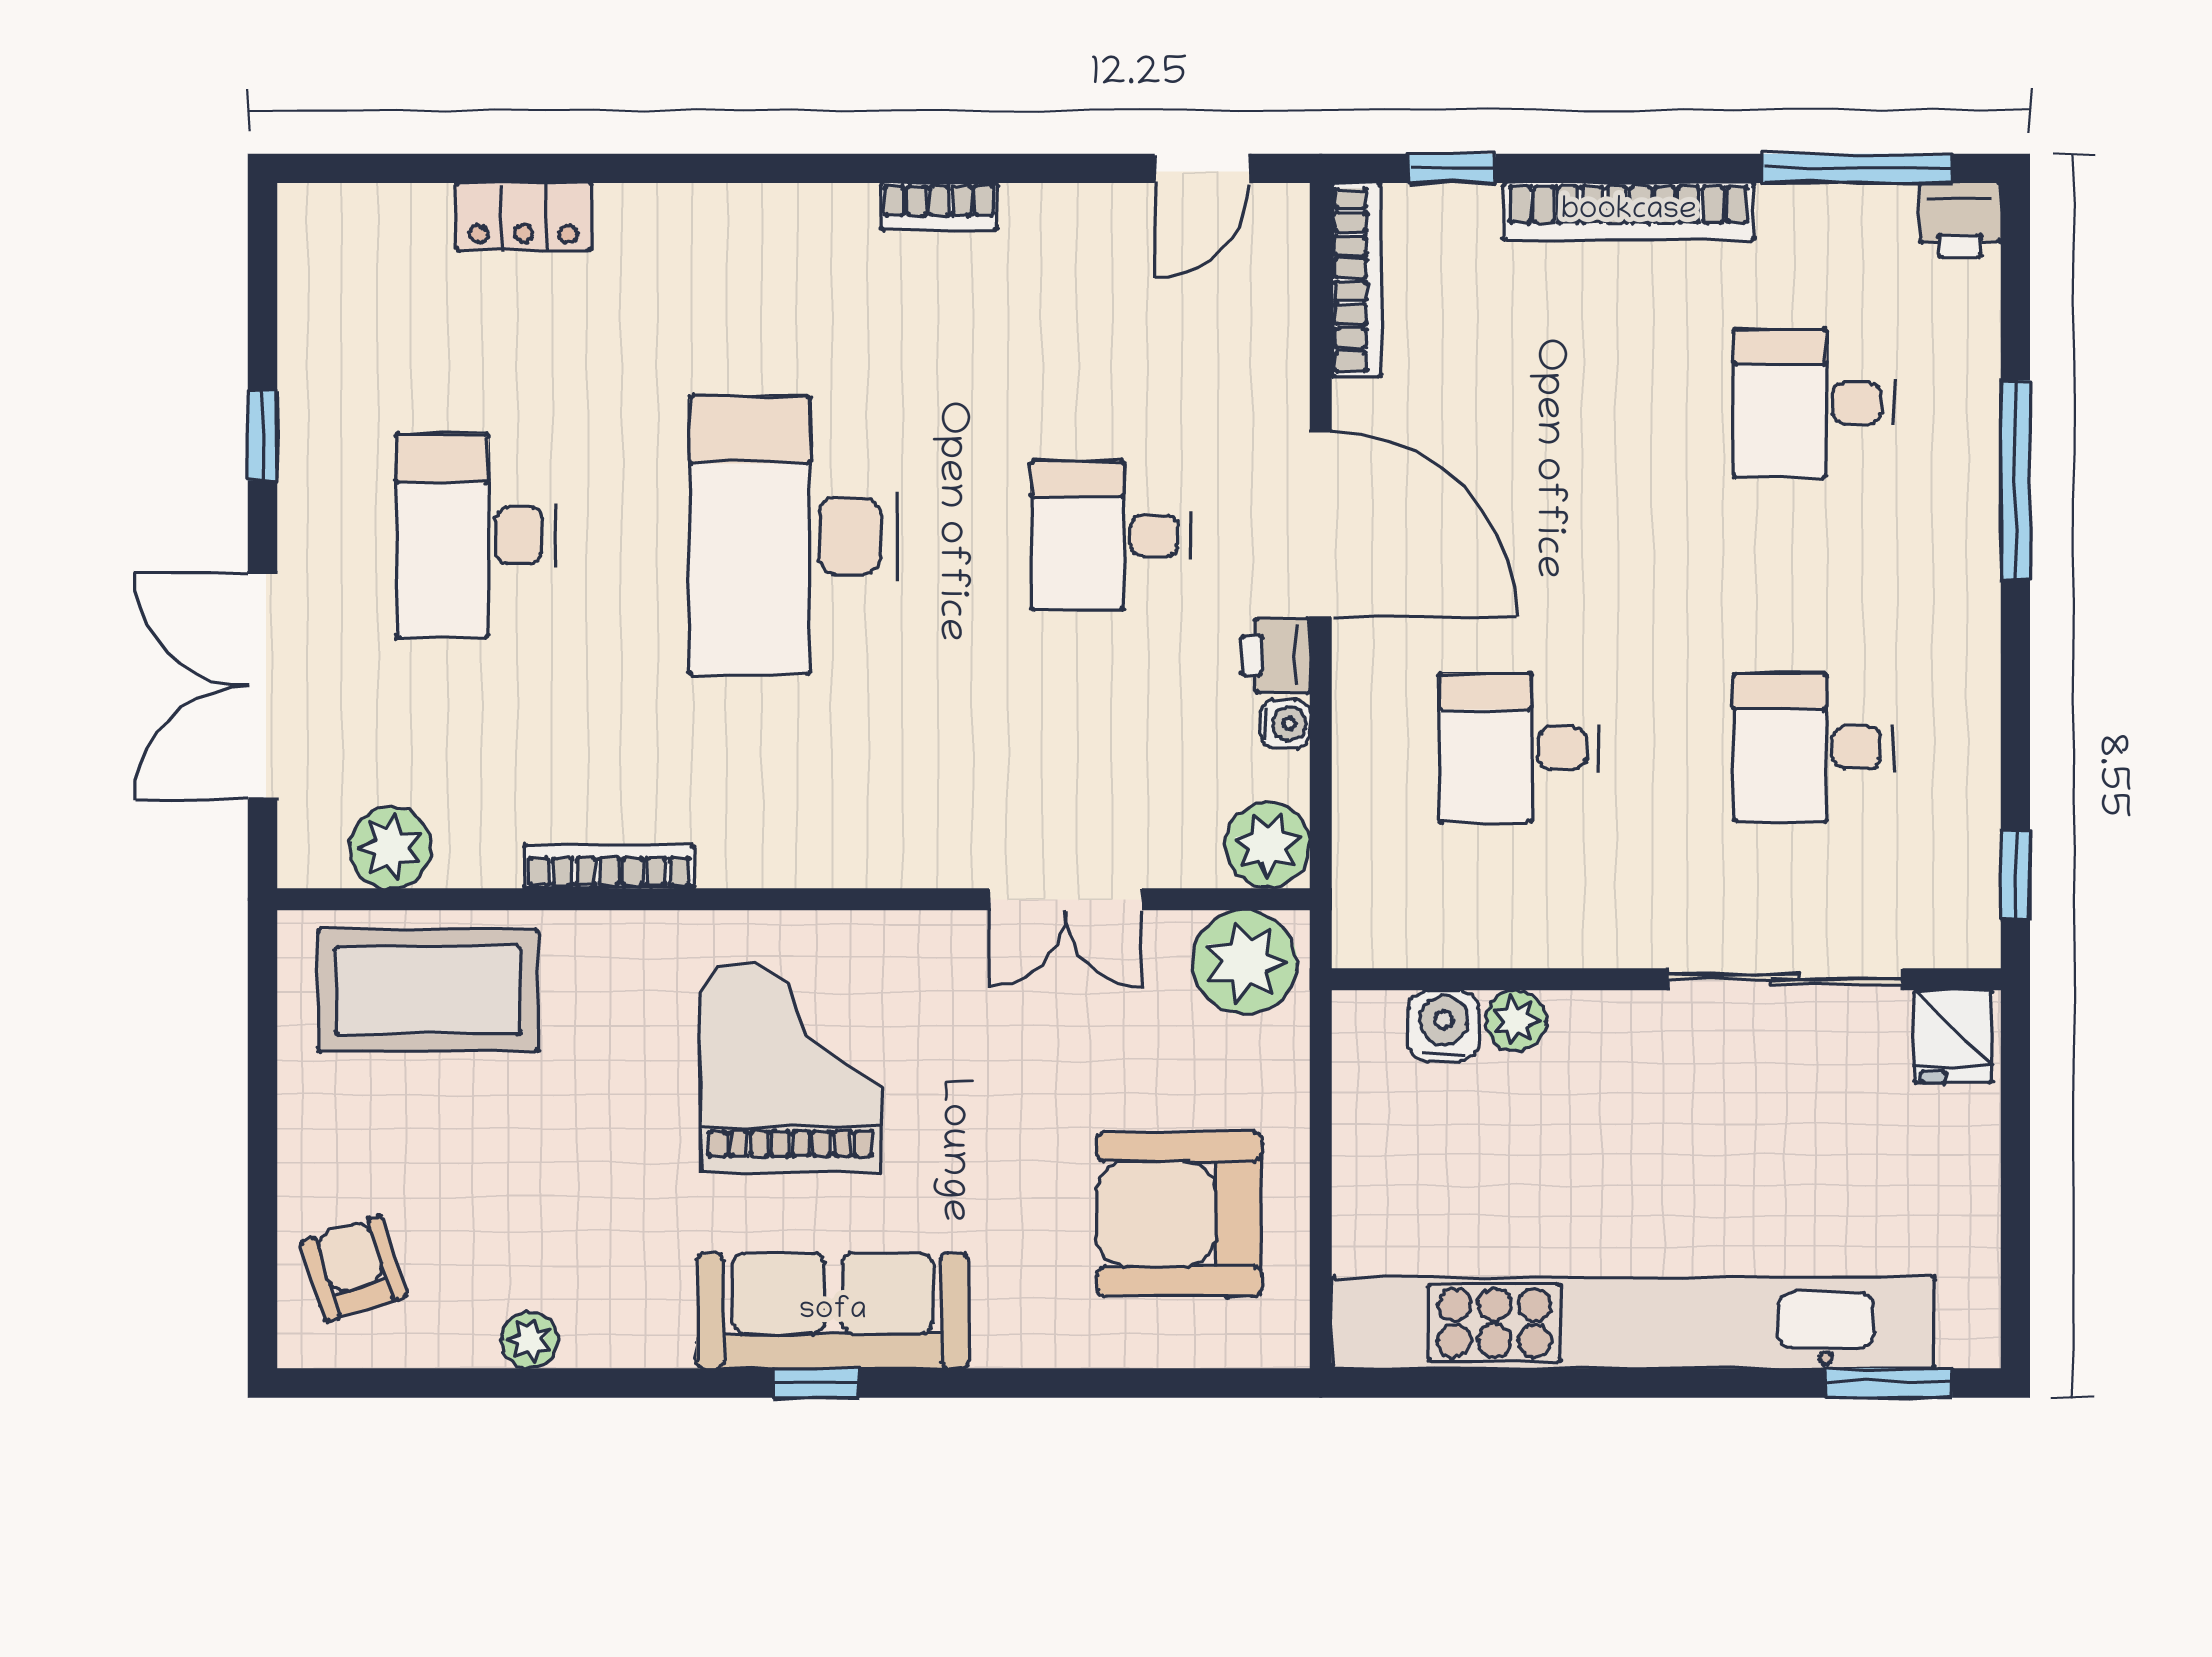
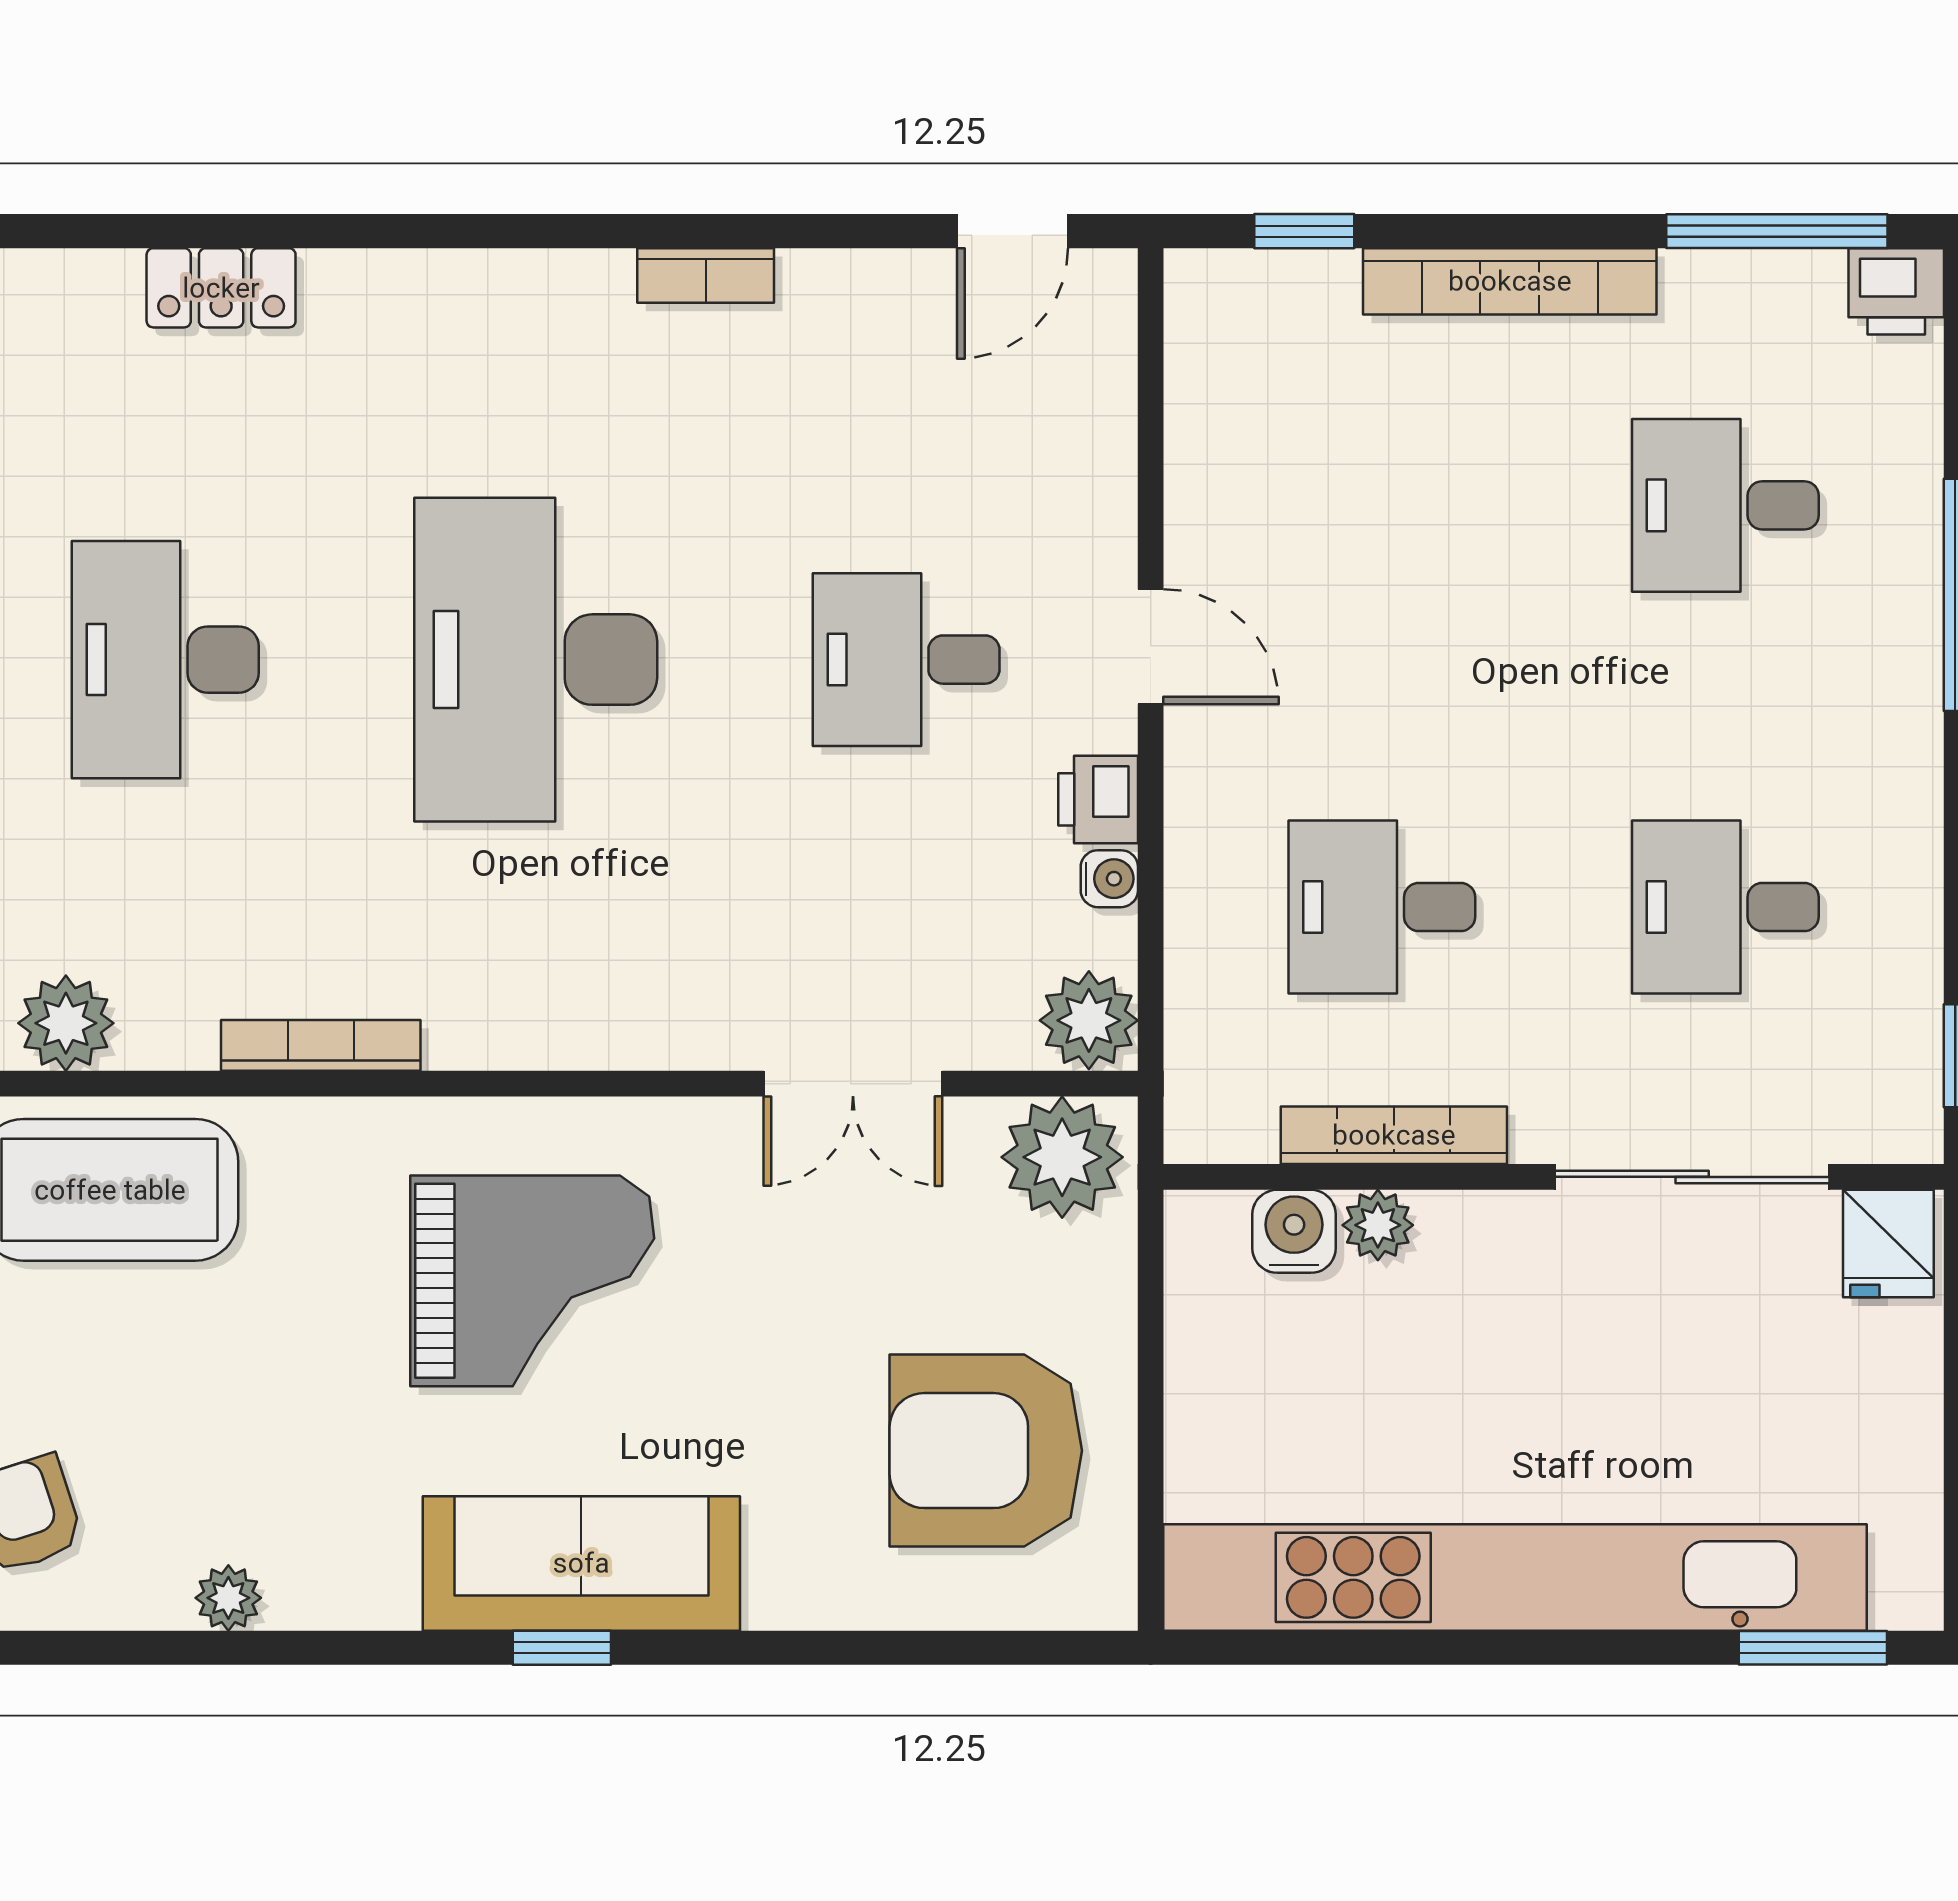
bookcase: (1356, 280) -> (1394, 1135), moved, turned -90
door: (1321, 525) -> (1151, 647), width x0.53
grand piano: (790, 1068) -> (532, 1281), turned 90

